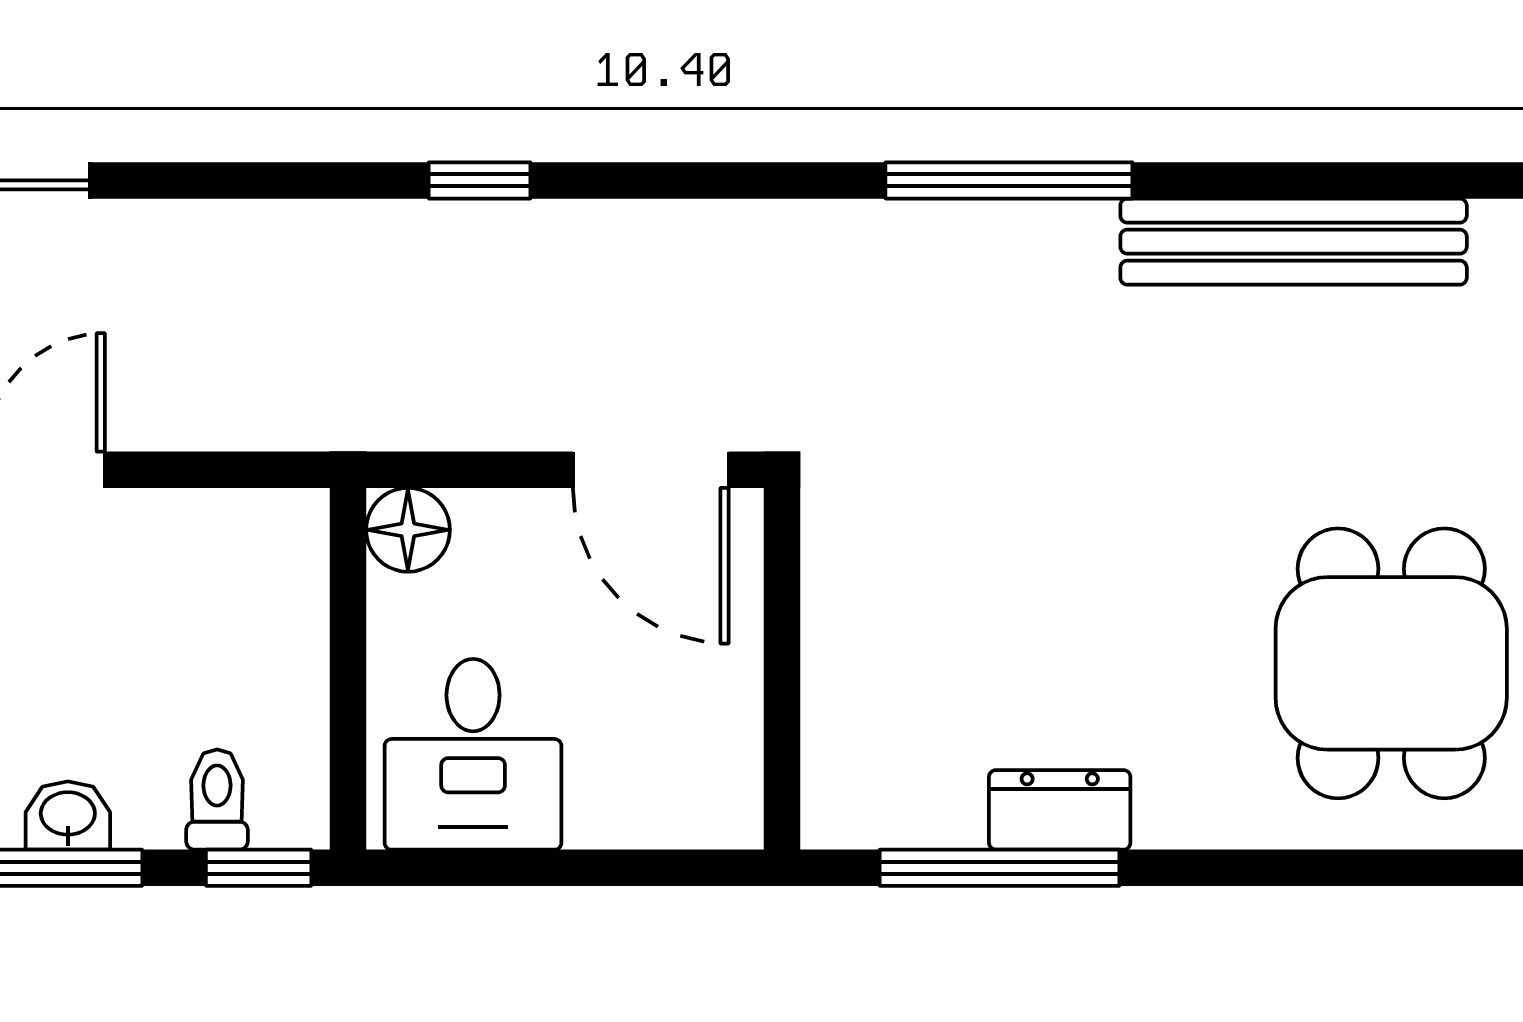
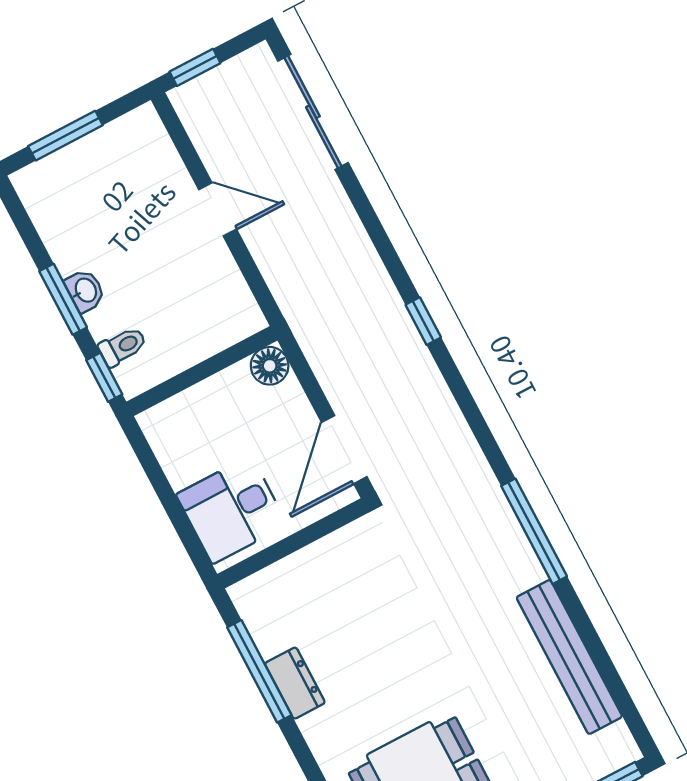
desk: (473, 754) -> (232, 510), moved

